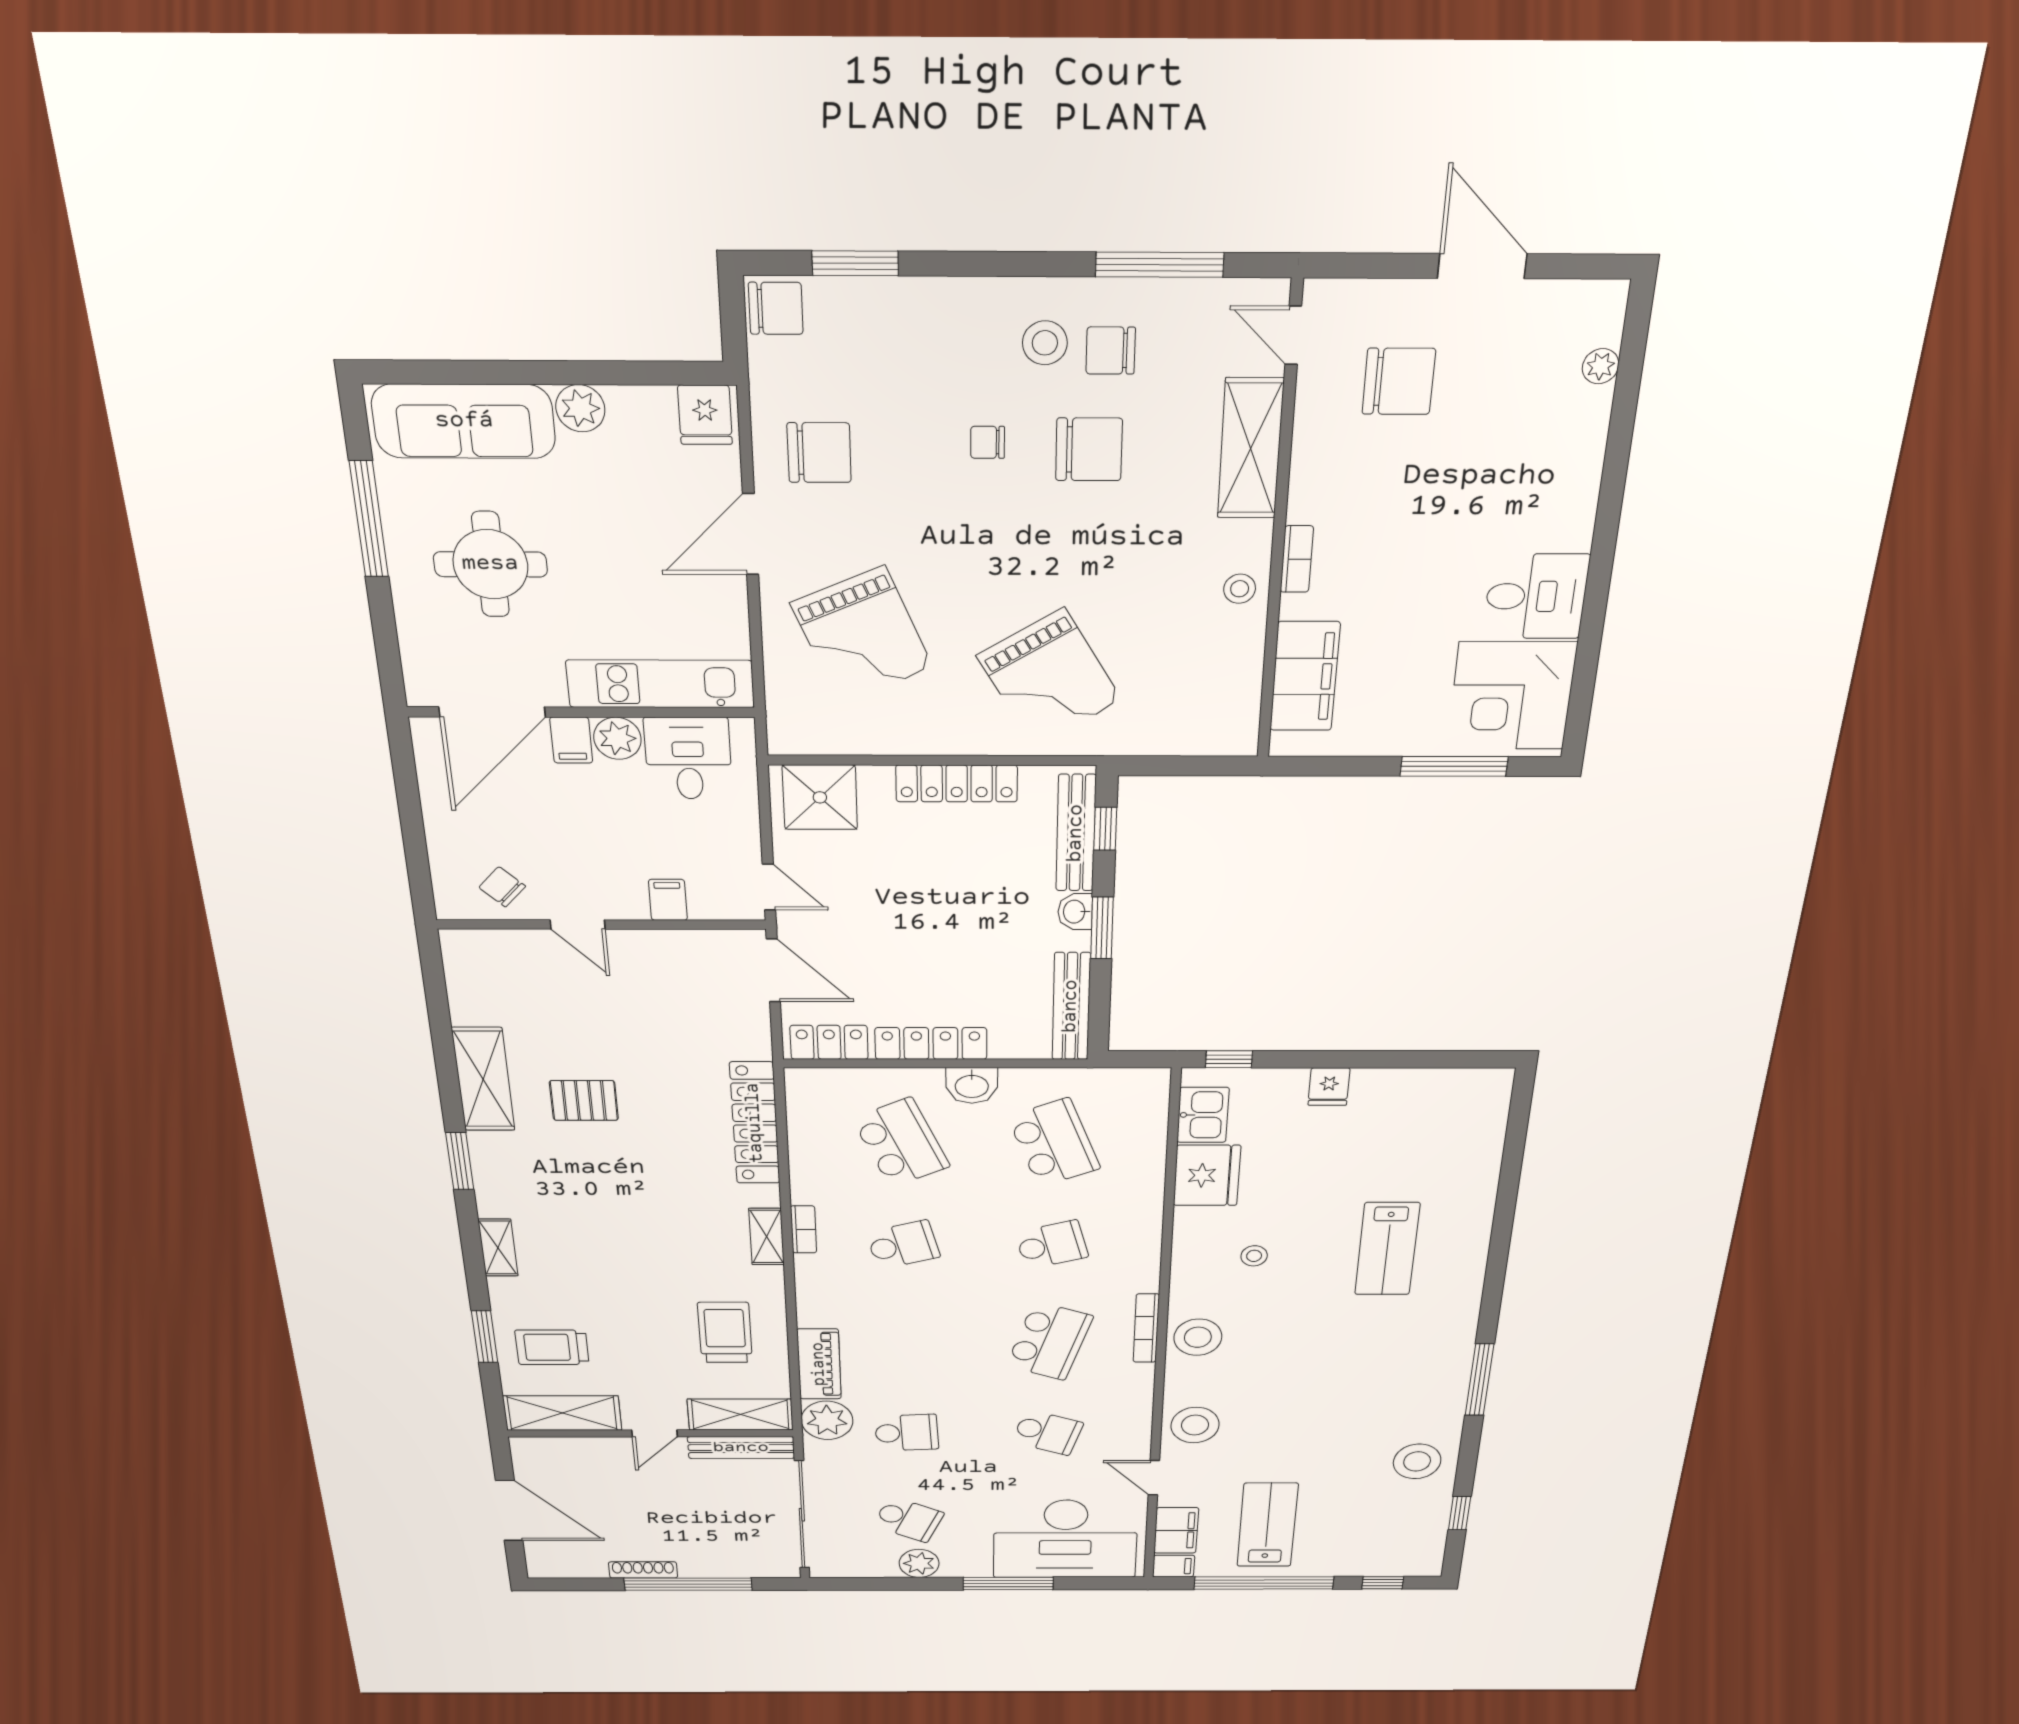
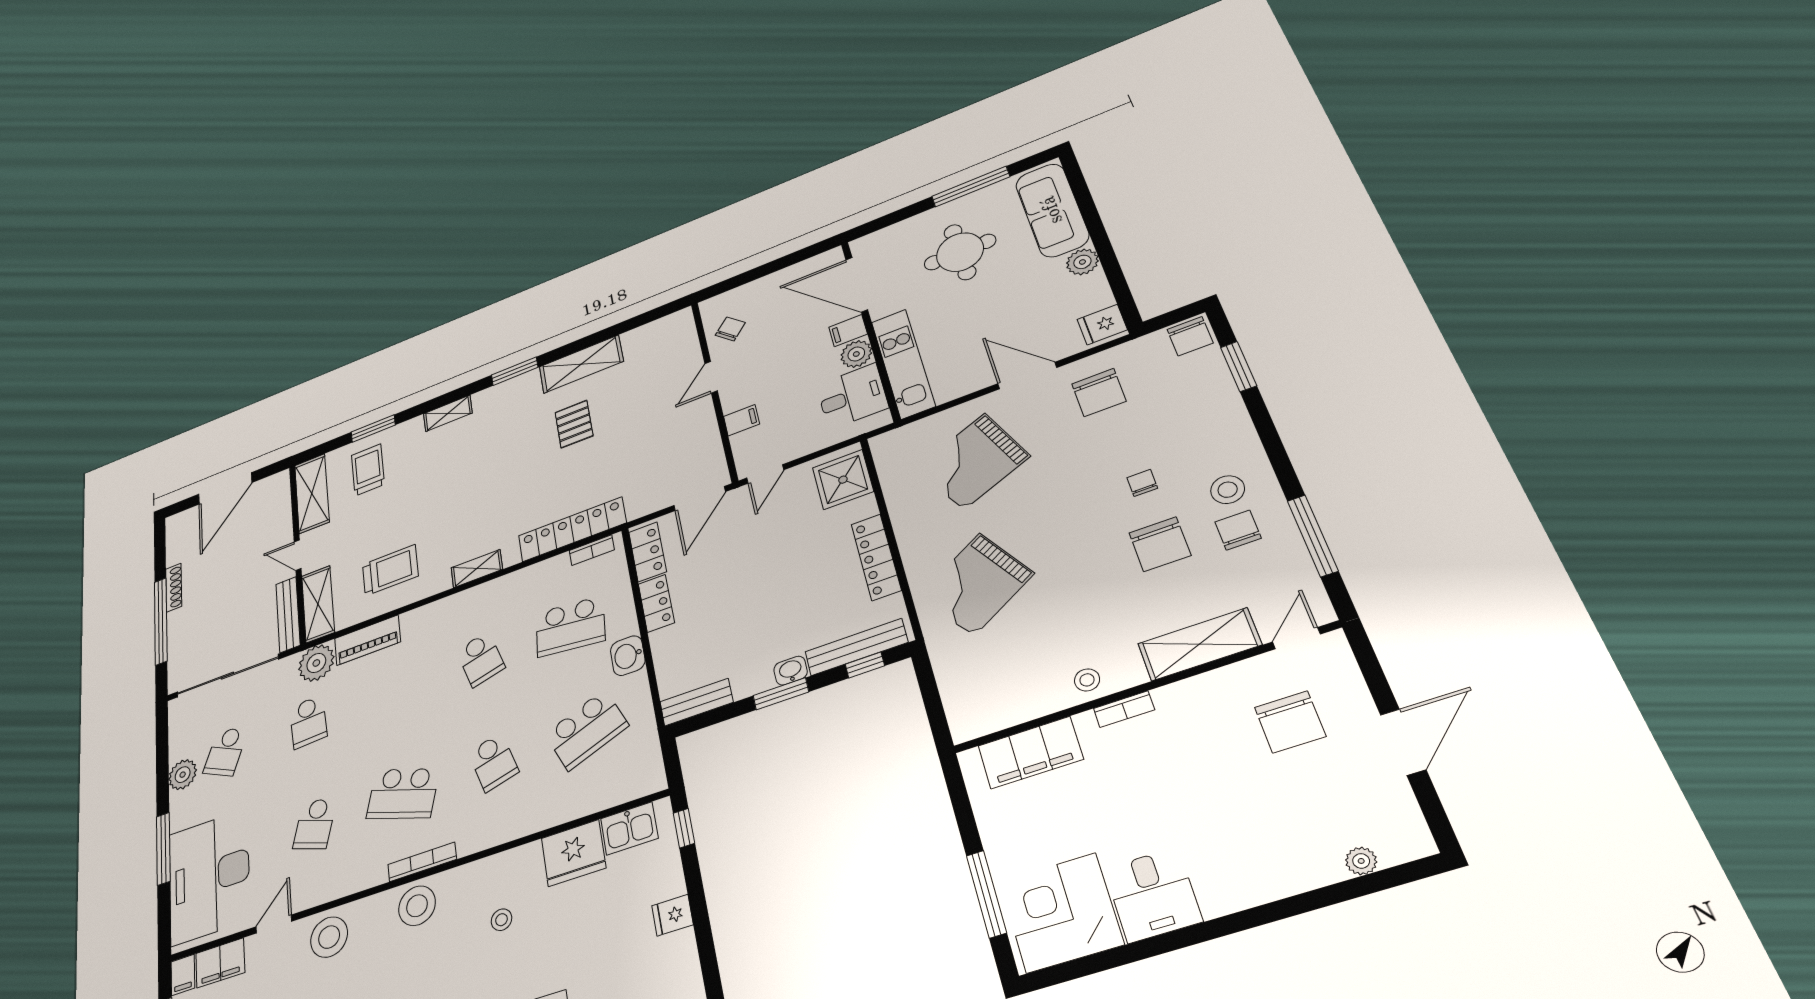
bench: (1071, 1006) -> (696, 702), width x0.73
locker: (931, 1043) -> (656, 603), width x0.66
school desk: (901, 1143) -> (570, 627), turned 30
bookcase: (803, 1229) -> (592, 550), moved

